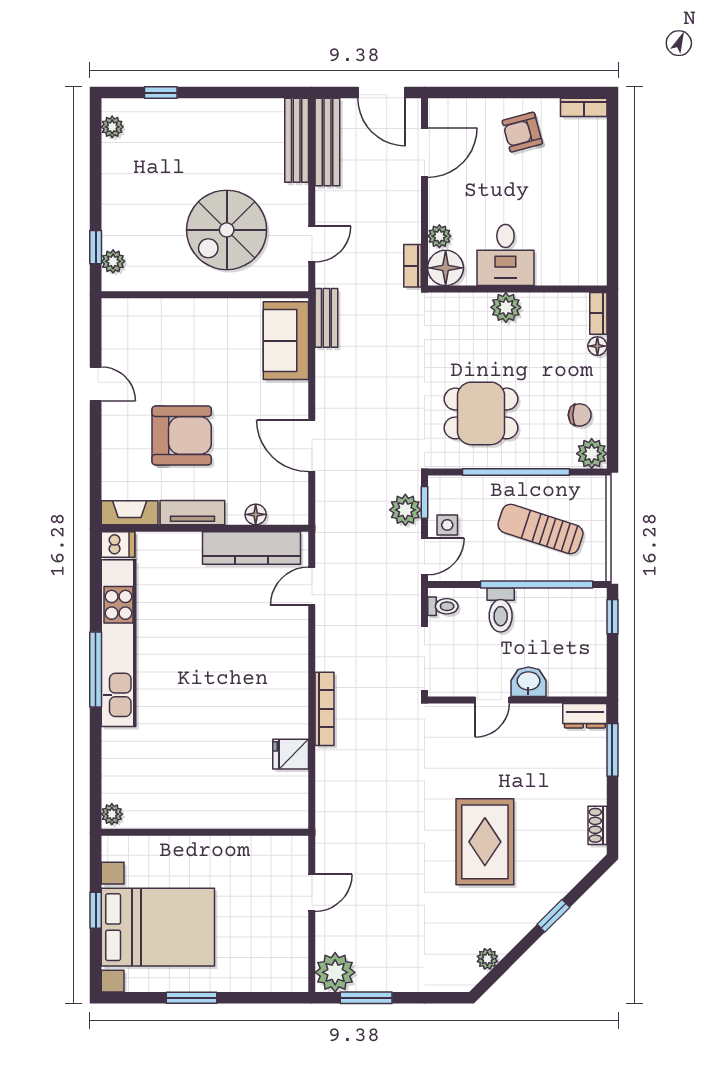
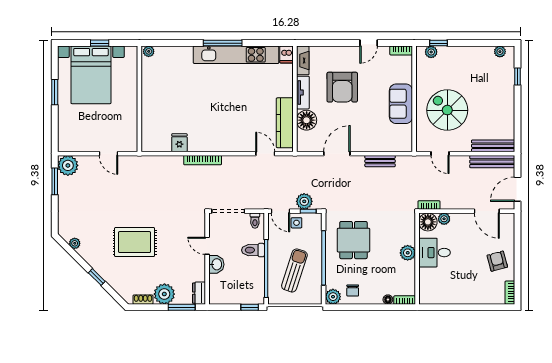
bench: (326, 318) -> (380, 161), moved
bookcase: (110, 320) -> (401, 51), added
sofa: (286, 341) -> (401, 104), moved, turned -90
floor lamp: (256, 514) -> (307, 120), width x1.89, depth x1.89
plant: (587, 784) -> (164, 294), added

